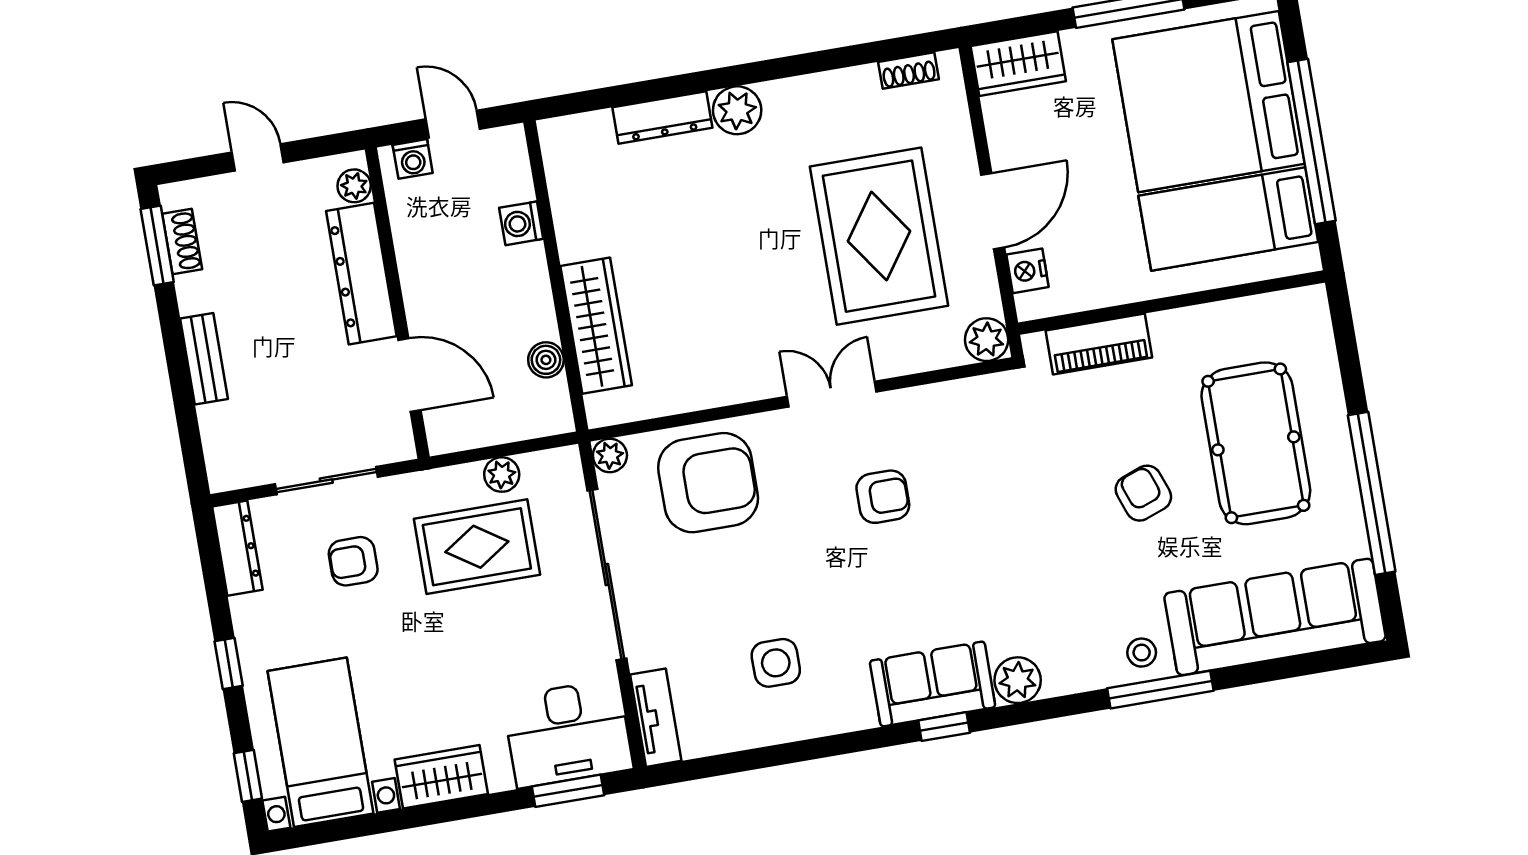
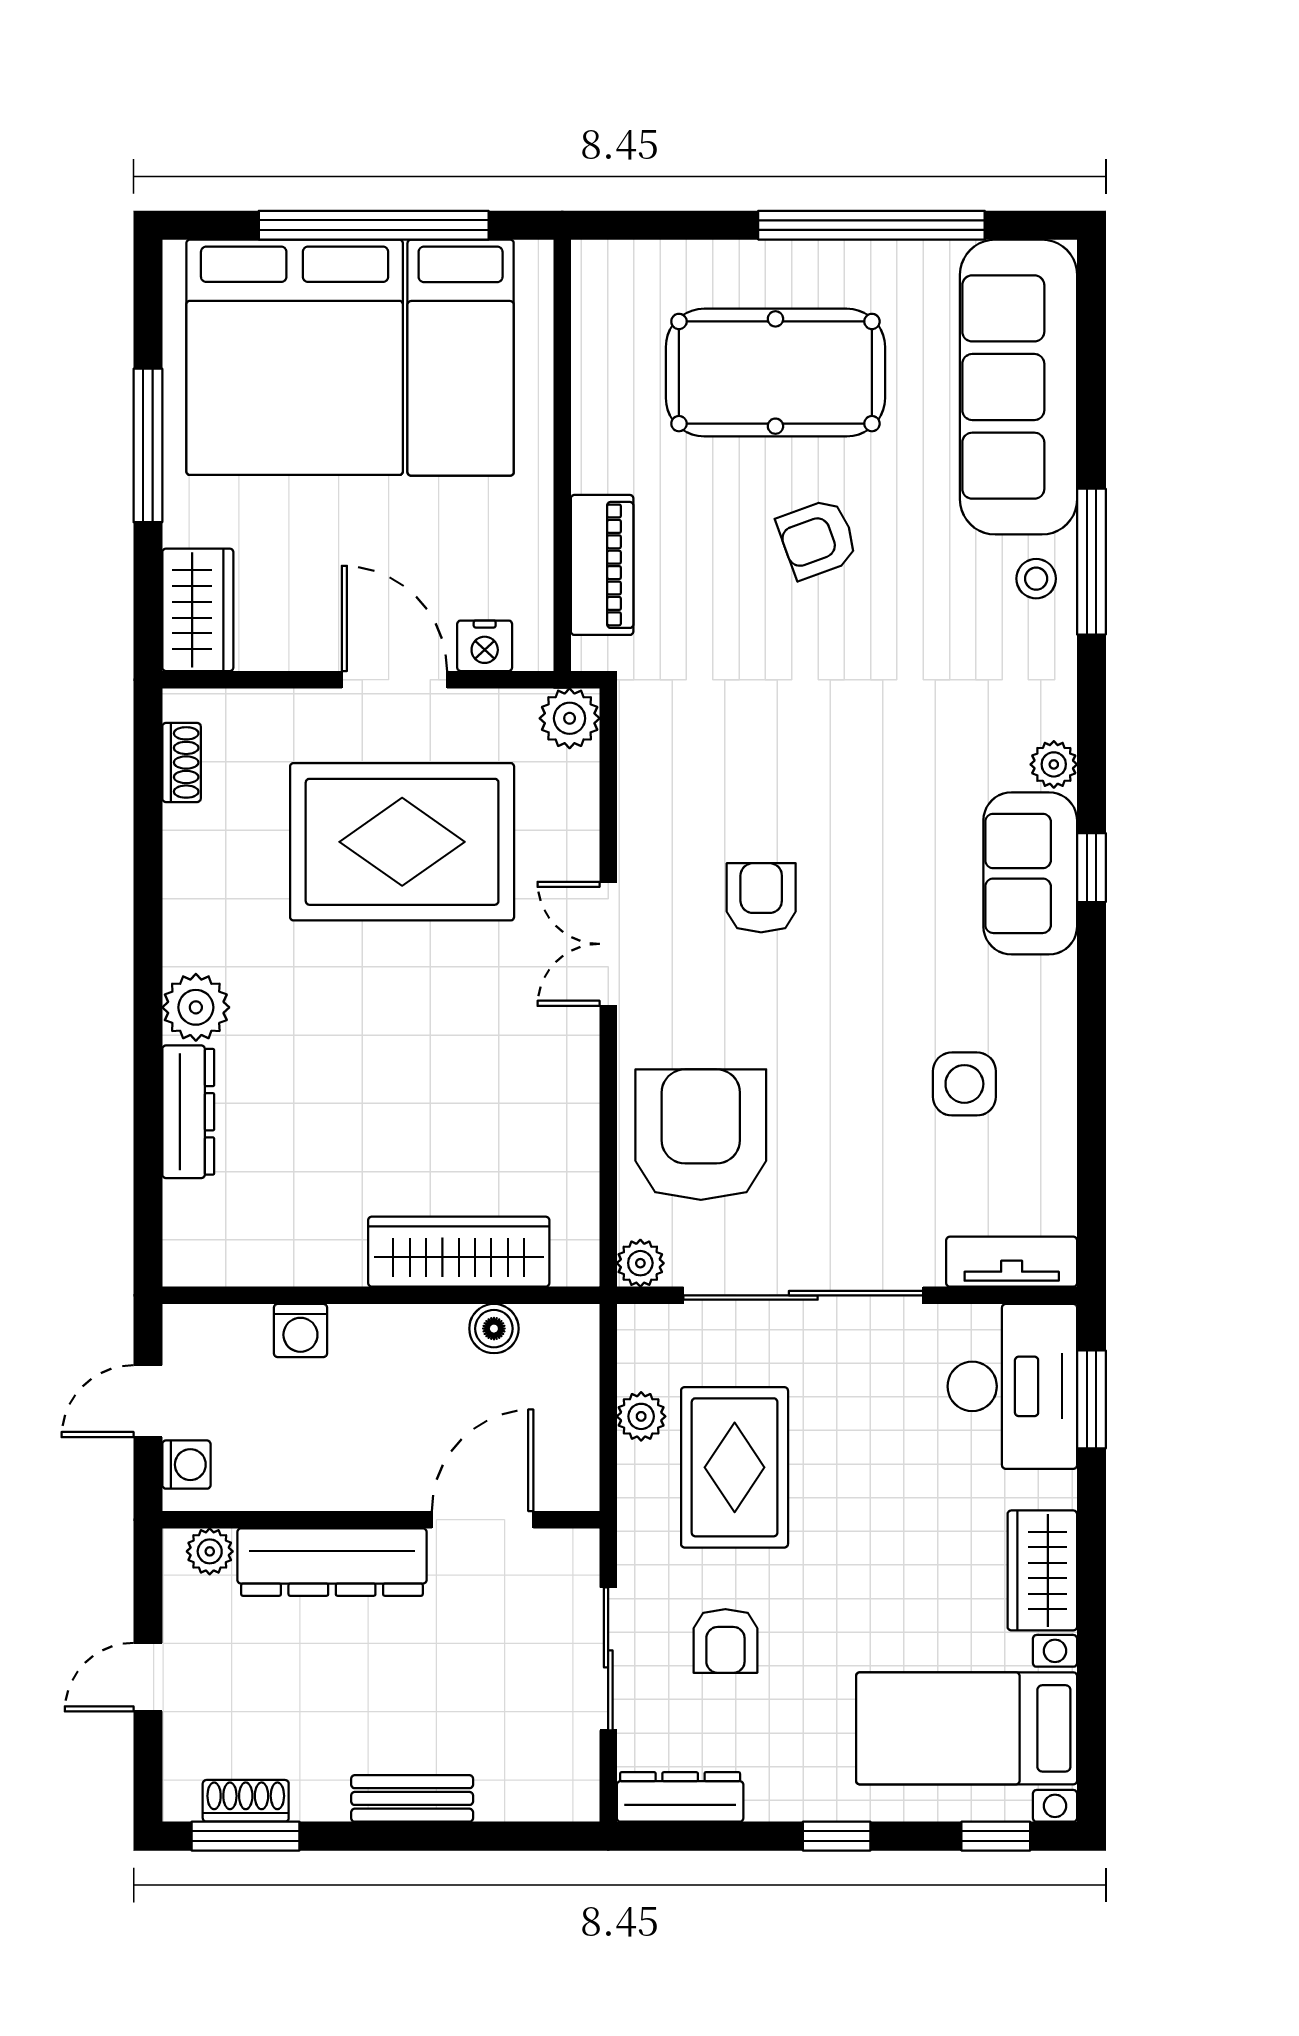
plant: (1018, 680) -> (1054, 764), width x0.73, depth x0.73

